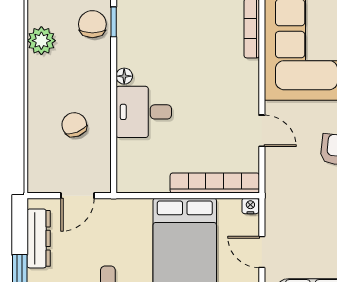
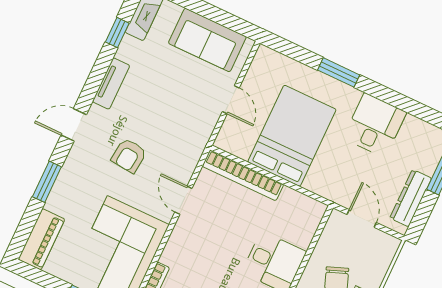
door: (77, 196) -> (362, 218), hinge flipped
nightstand: (250, 206) -> (222, 142), removed

